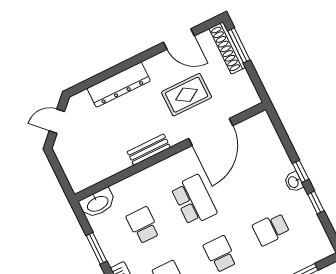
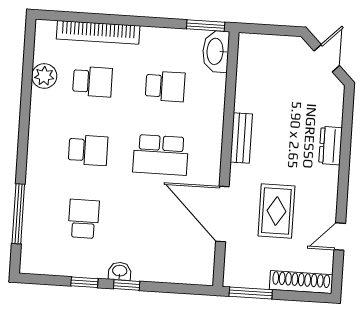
door: (179, 39) -> (340, 237), width x0.73
window: (239, 45) -> (251, 293), moved
dresser: (119, 85) -> (331, 146), width x0.51, depth x0.80
window: (97, 248) -> (206, 26), moved

